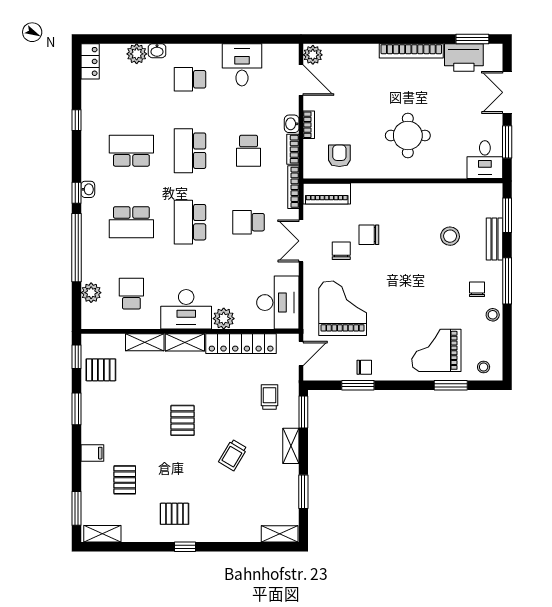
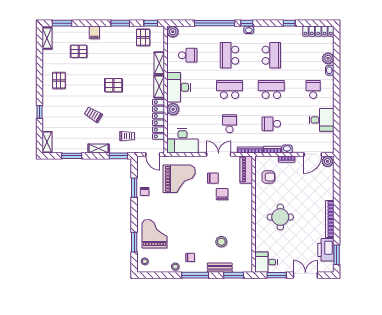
locker: (90, 61) -> (318, 31), width x1.53
plant: (91, 293) -> (173, 32), moved
window: (185, 547) -> (40, 112), moved

